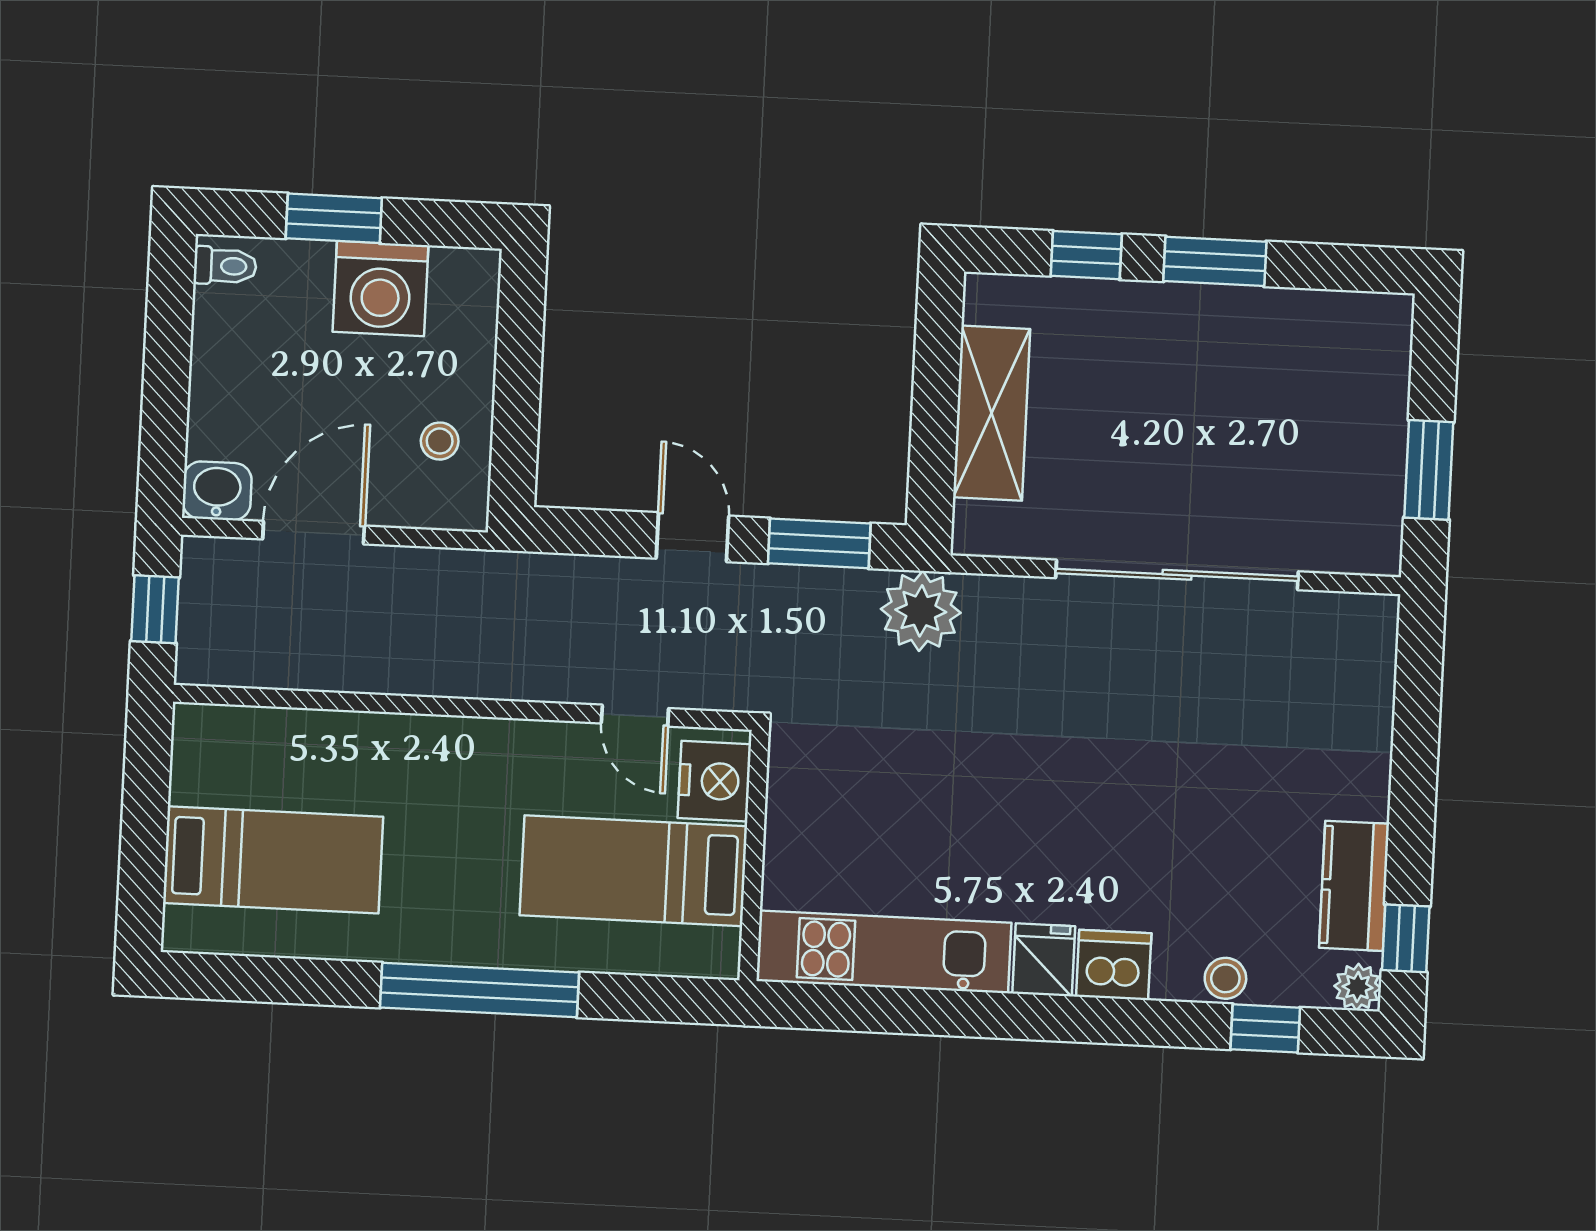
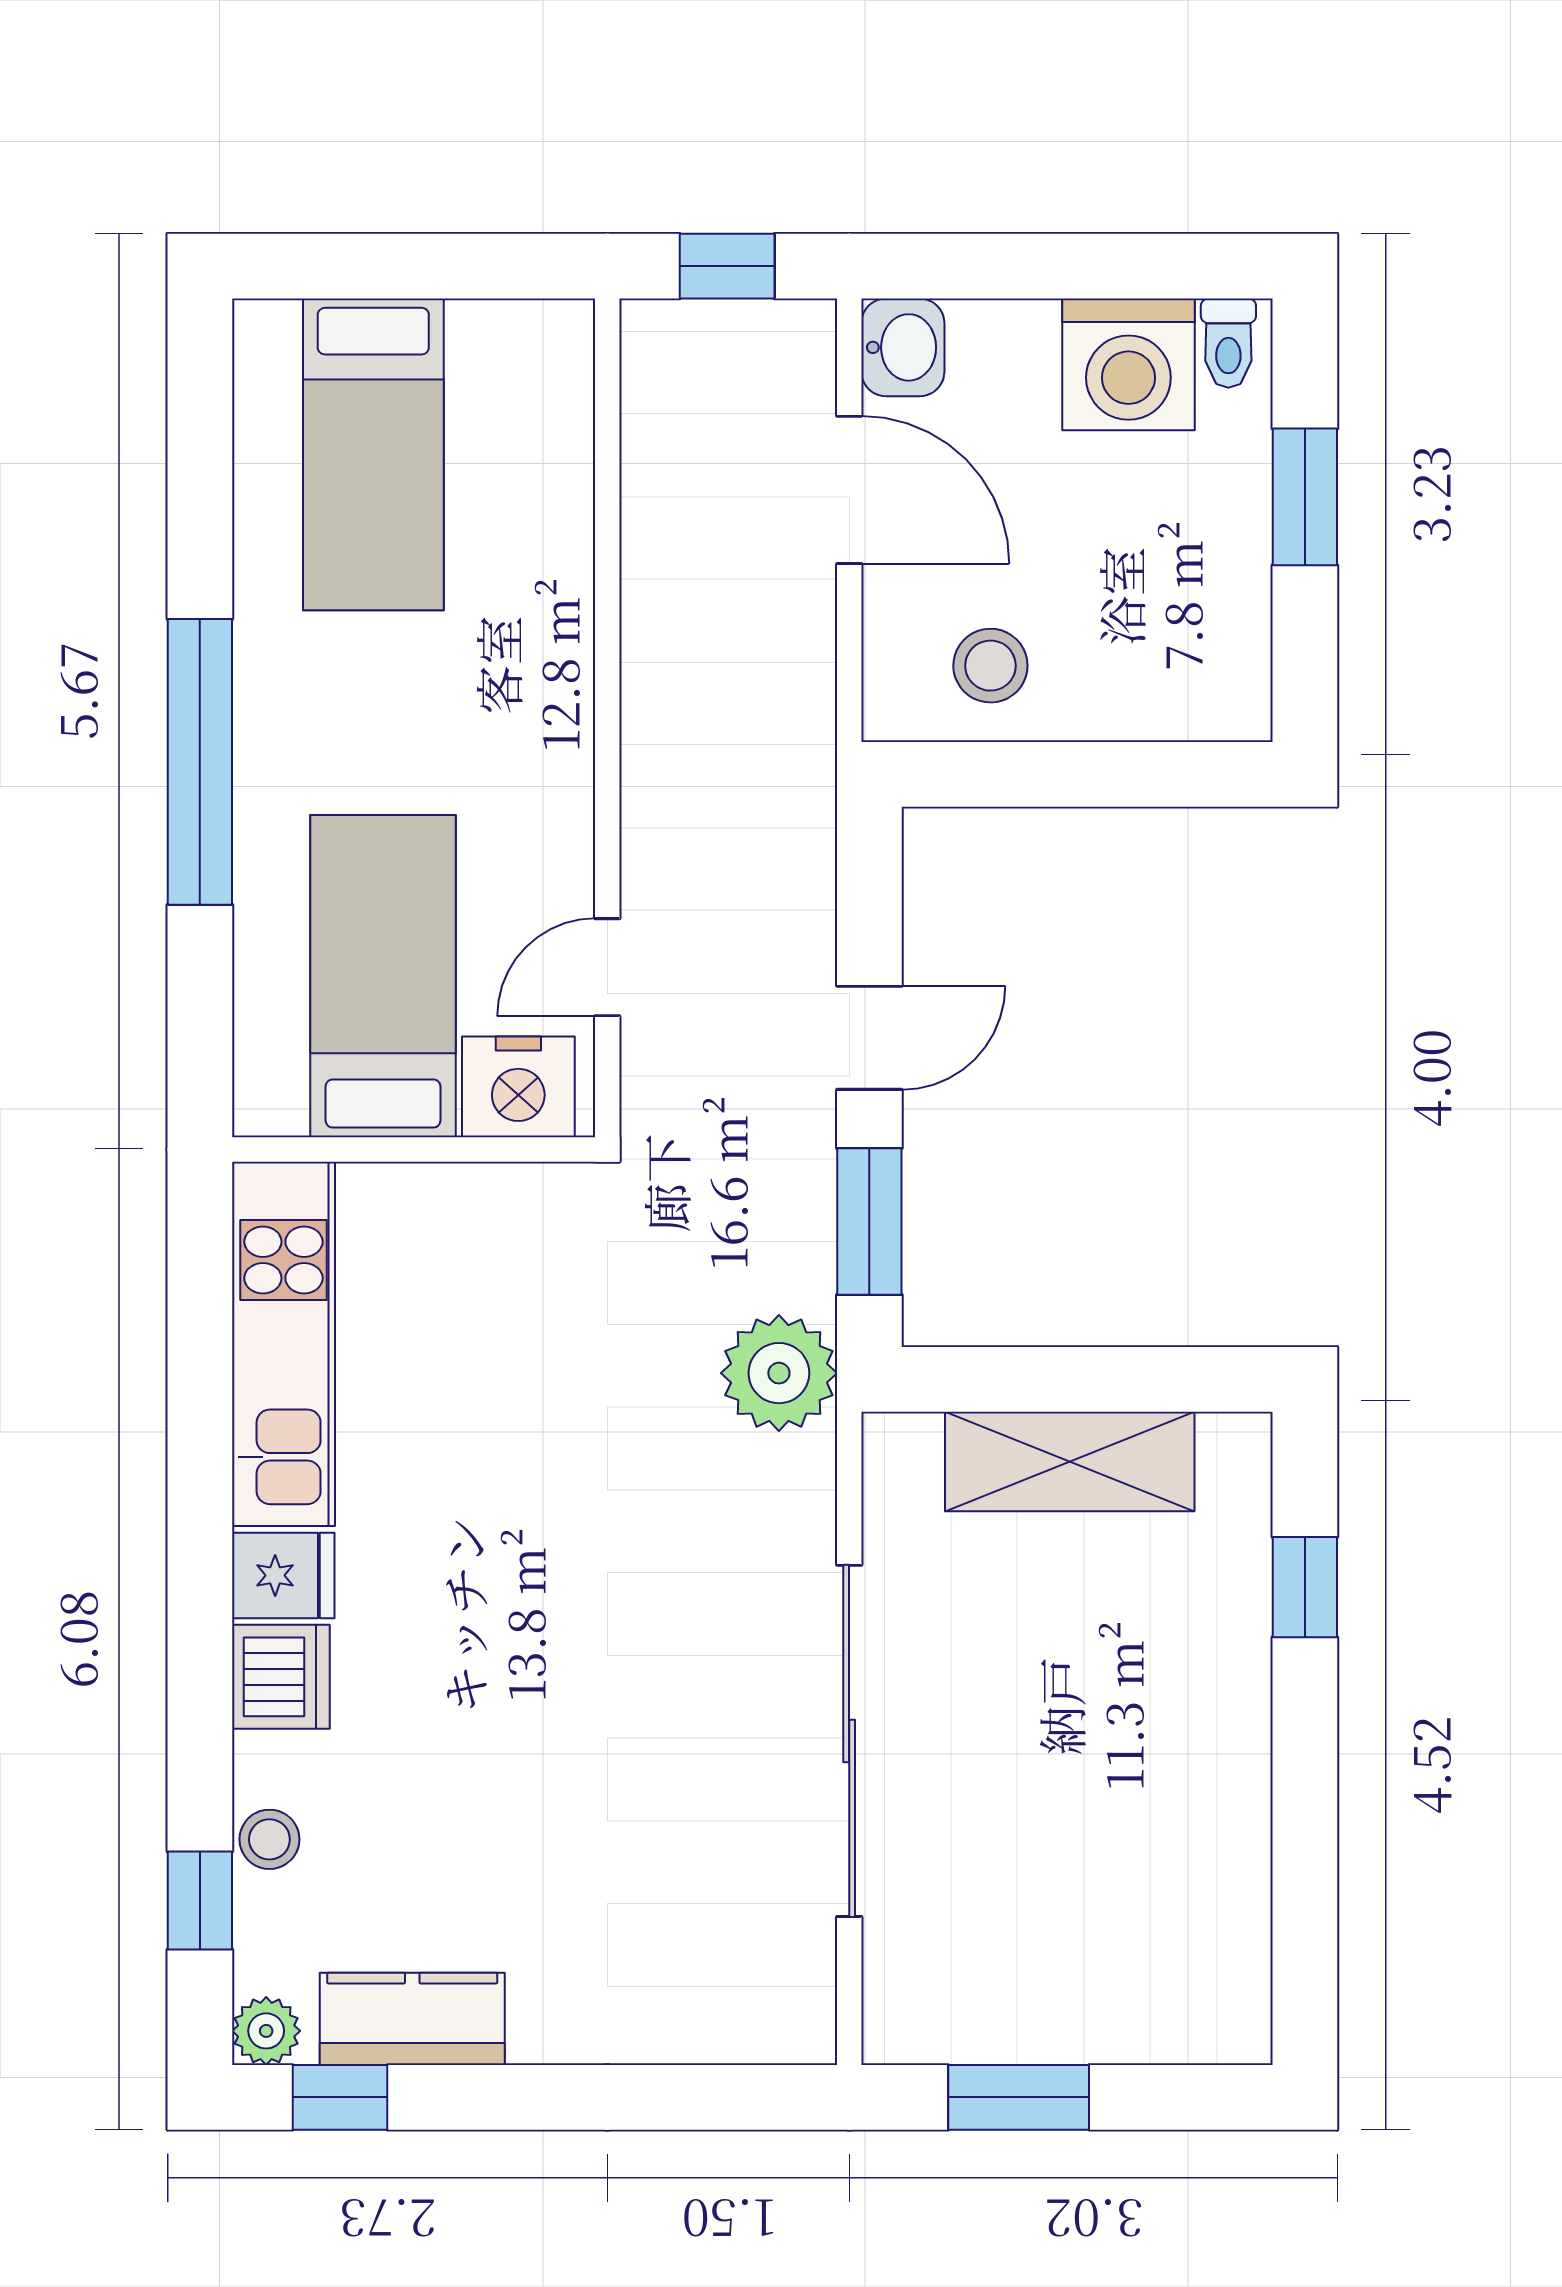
window: (1215, 261) -> (1305, 1773), removed
washing machine: (380, 289) -> (1128, 364), moved, turned -90
stool: (440, 441) -> (990, 666), width x1.37, depth x1.37

